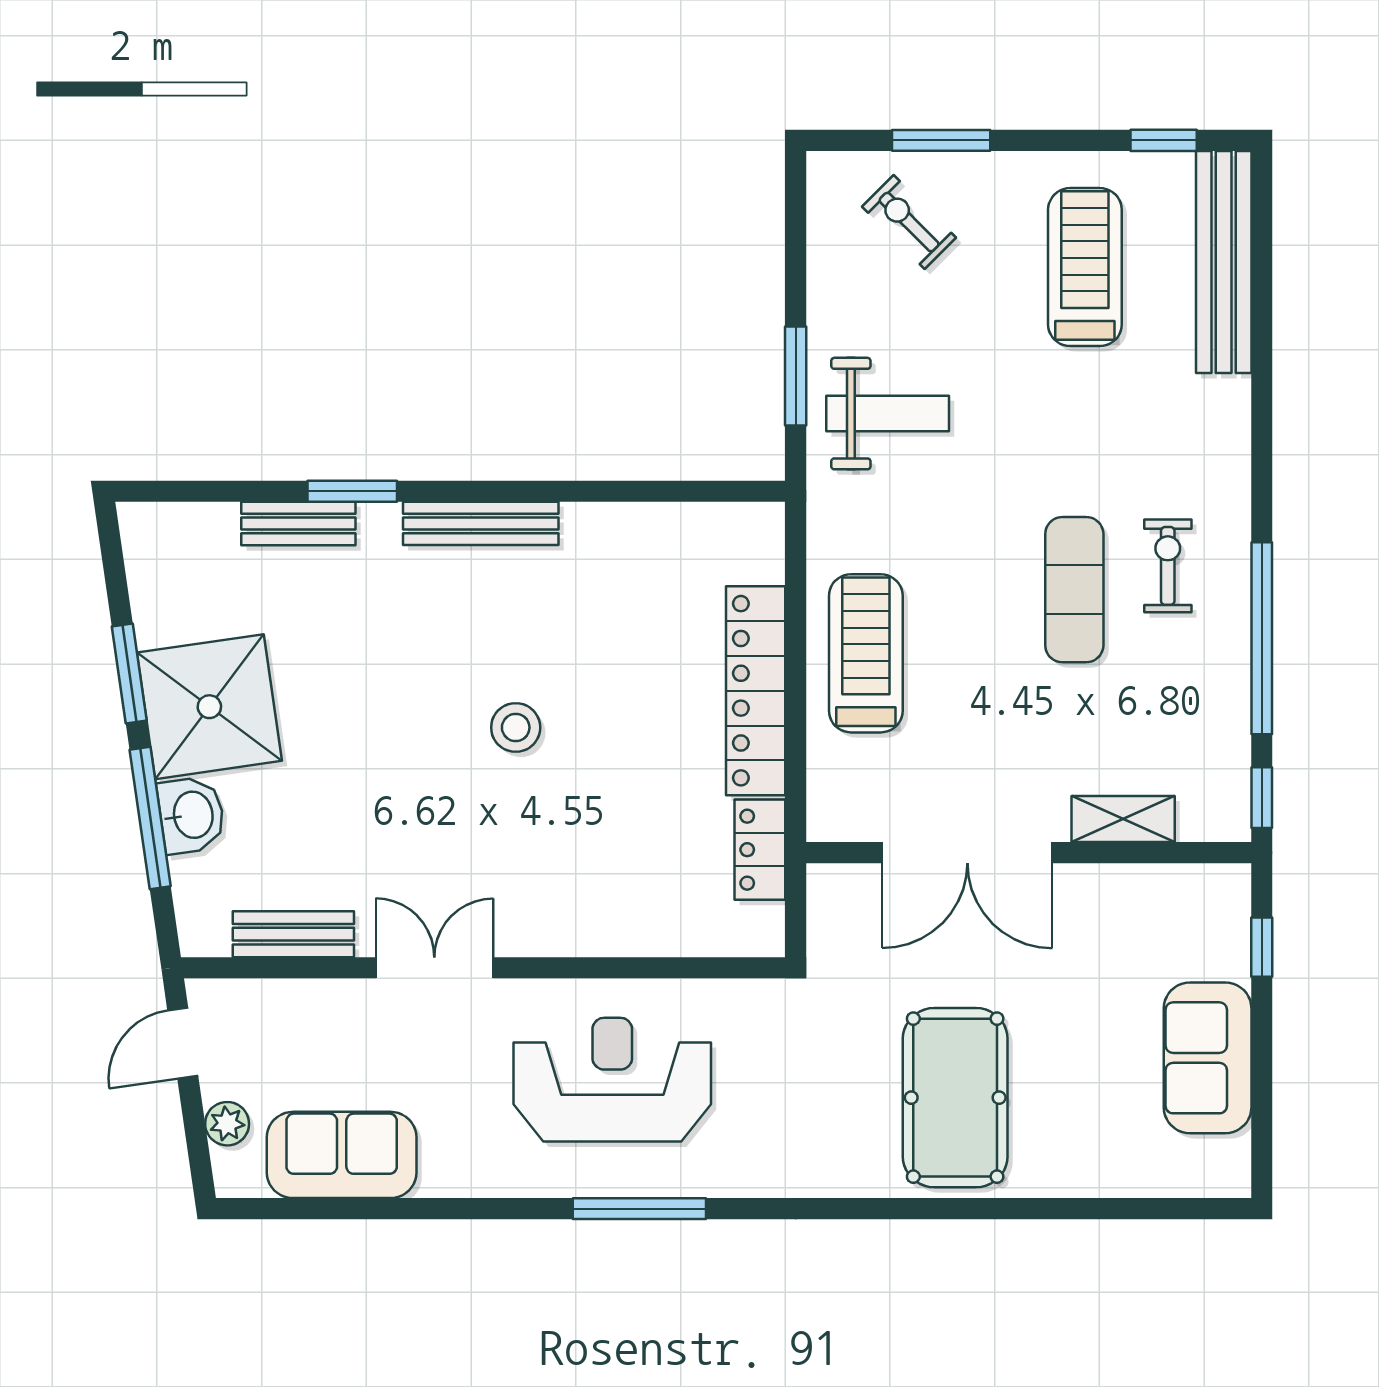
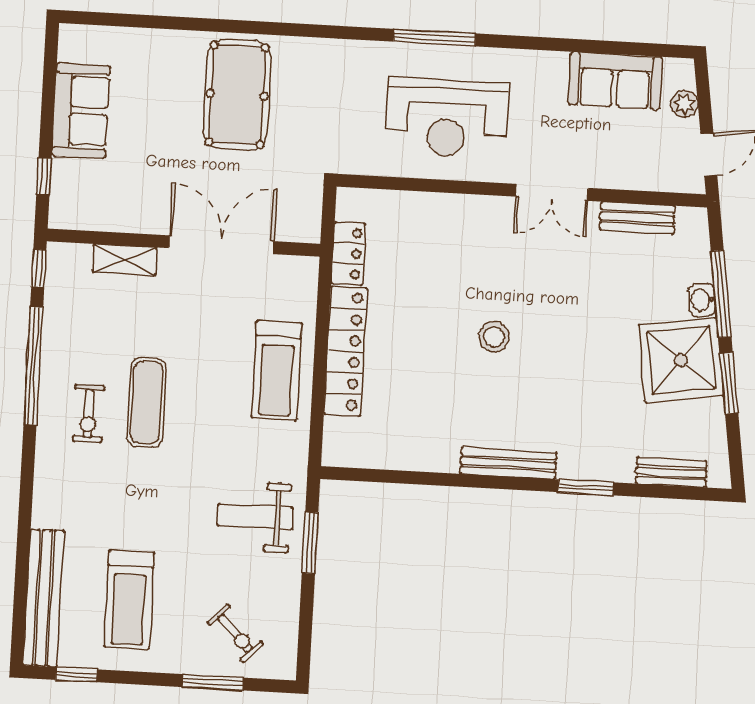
bench: (298, 523) -> (671, 472), moved
washbasin: (191, 815) -> (702, 300), width x0.72, depth x0.69

